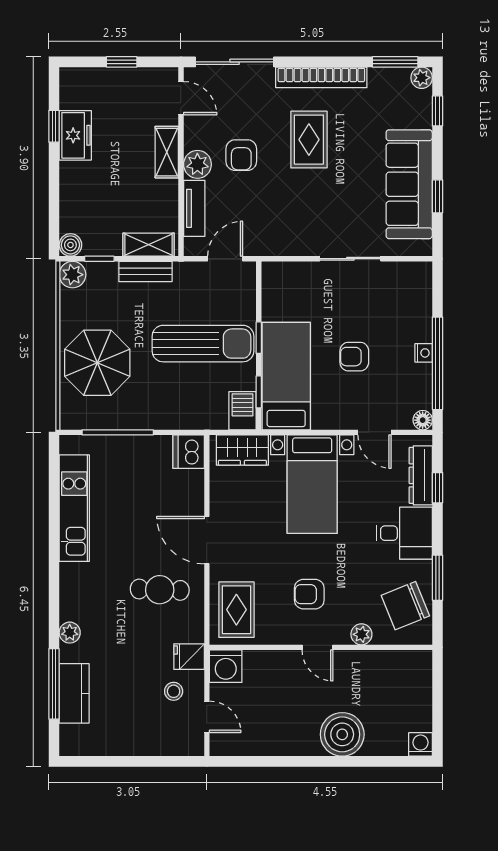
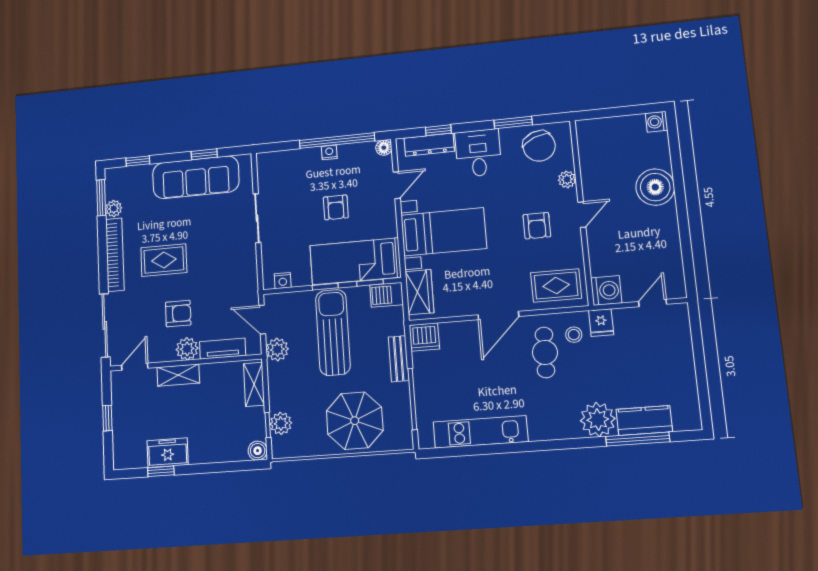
plant: (422, 78) -> (114, 209), moved
bench: (145, 272) -> (399, 359), moved
plant: (72, 275) -> (281, 423), moved
plant: (188, 275) -> (277, 349), added
nightstand: (271, 286) -> (283, 281), added
plant: (70, 633) -> (598, 420), width x1.87, depth x1.87
stool: (174, 691) -> (574, 335), moved

